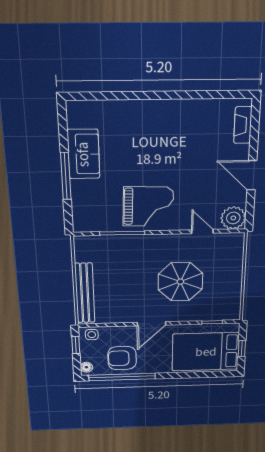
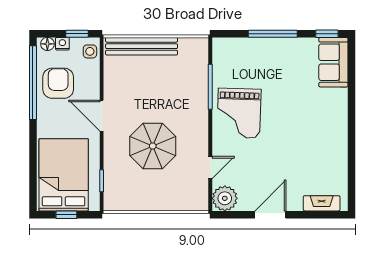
window: (63, 122) -> (327, 34), added
sofa: (83, 154) -> (333, 62), moved, turned 90
nightstand: (86, 356) -> (62, 44), added

